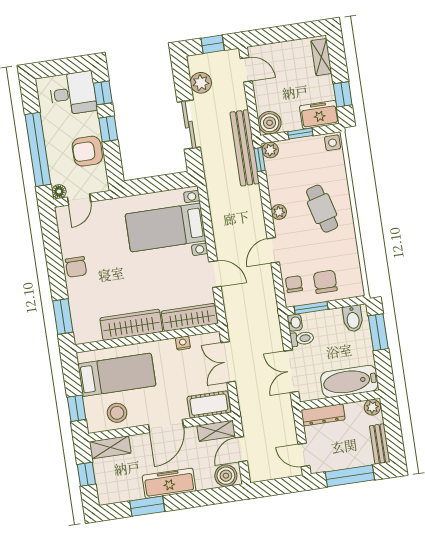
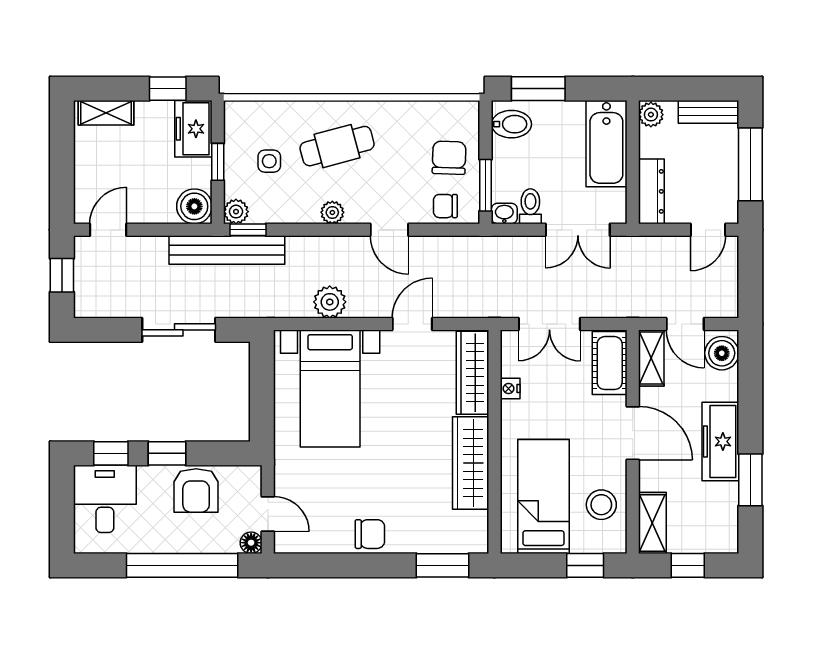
plant: (201, 83) -> (330, 302), moved
side table: (333, 143) -> (269, 161), moved
chair: (325, 282) -> (449, 158), turned 92

